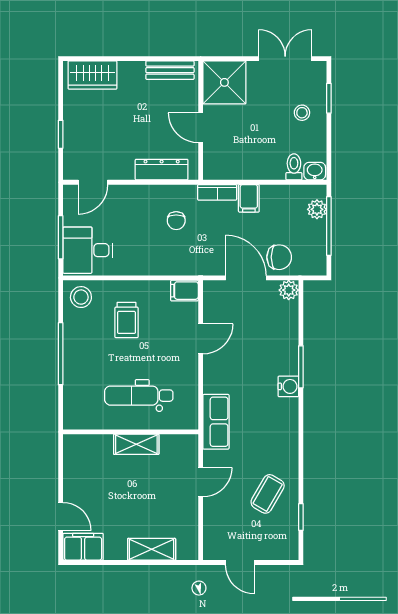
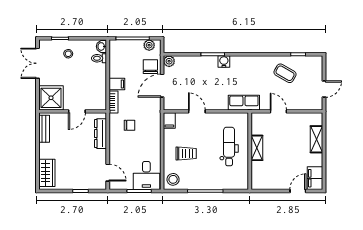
plant: (317, 209) -> (149, 45), moved
dental chair: (139, 396) -> (229, 146), turned 180

